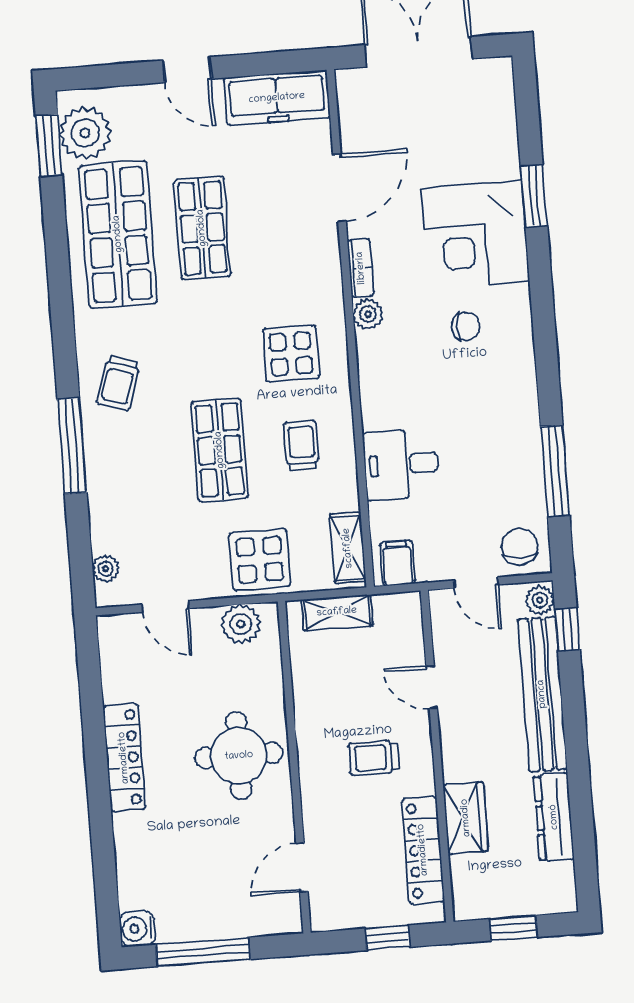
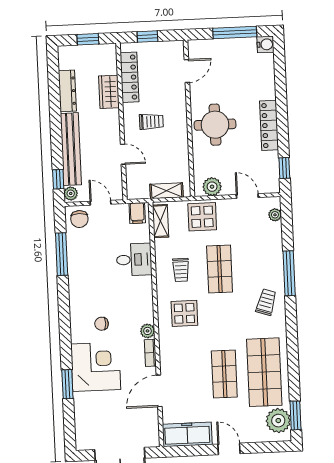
window: (89, 668) -> (284, 168), added

